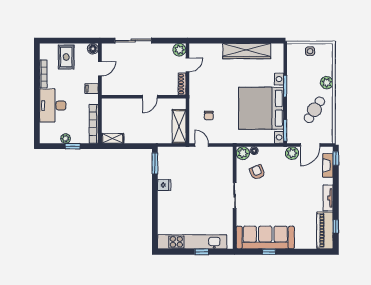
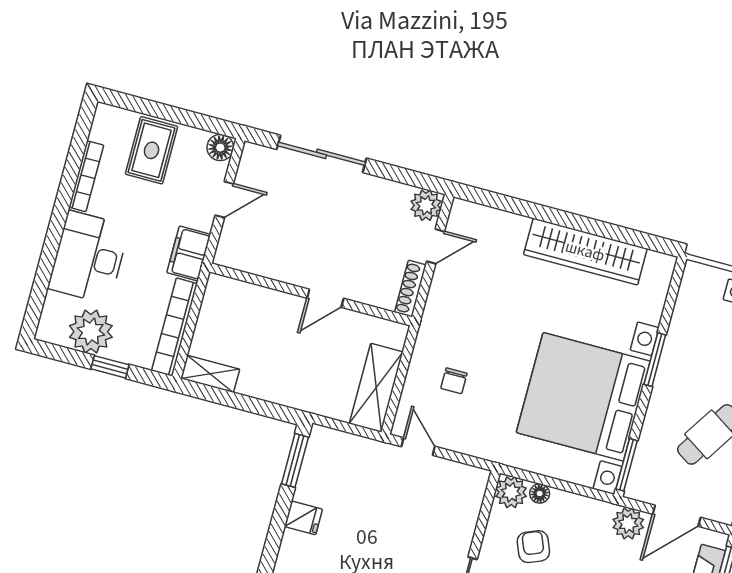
filing cabinet: (92, 89) -> (189, 254), width x2.00
plant: (66, 139) -> (91, 332), width x1.88, depth x1.88

